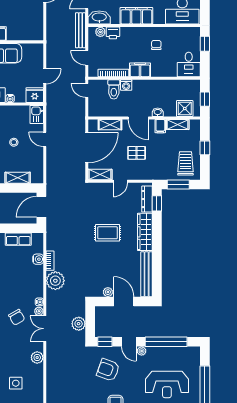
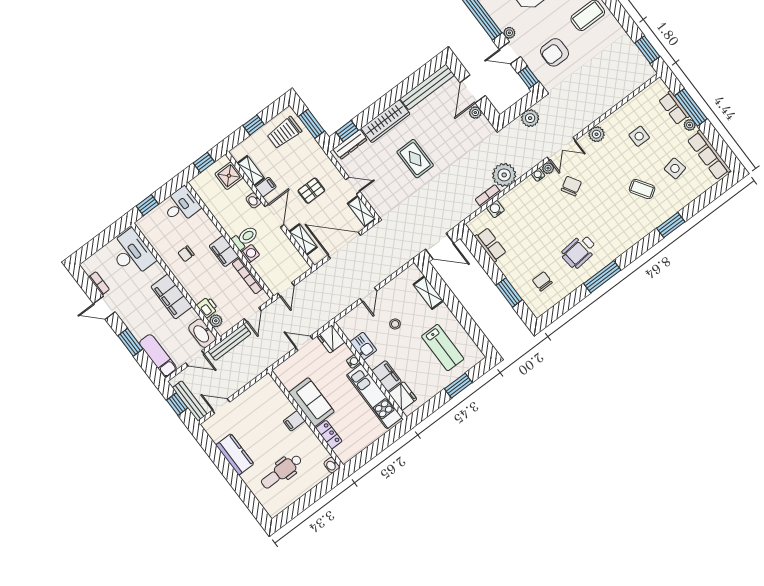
toilet: (114, 89) -> (245, 238), moved
kitchen sink: (37, 114) -> (363, 346), moved, turned -90
pallet: (137, 153) -> (311, 191), turned 90
door: (129, 342) -> (510, 53), swing flipped
armchair: (108, 370) -> (555, 52), turned 70

